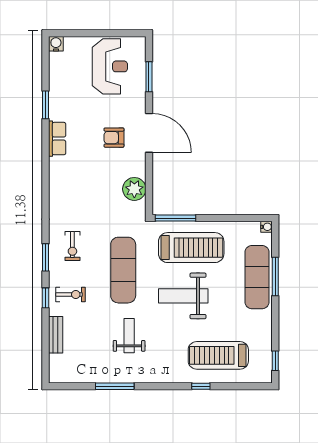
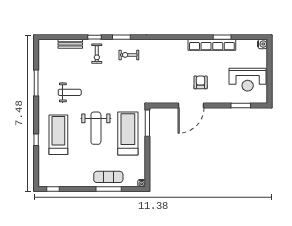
door: (149, 133) -> (191, 106), moved
row of seats: (57, 139) -> (212, 45), width x2.02
plant: (134, 189) -> (167, 96), removed
treadmill: (191, 248) -> (128, 133), turned 180
exercise mat: (123, 270) -> (113, 88), removed
exercise mat: (257, 277) -> (108, 177), width x0.73, depth x0.69
weight bench: (183, 296) -> (96, 128), turned 180
treadmill: (218, 355) -> (58, 135), moved

